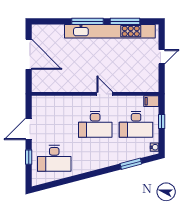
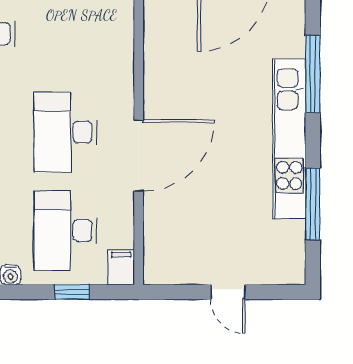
window: (88, 21) -> (313, 74), moved
kitchen unit: (110, 31) -> (289, 139), width x0.73
door: (105, 94) -> (139, 156), width x1.87

